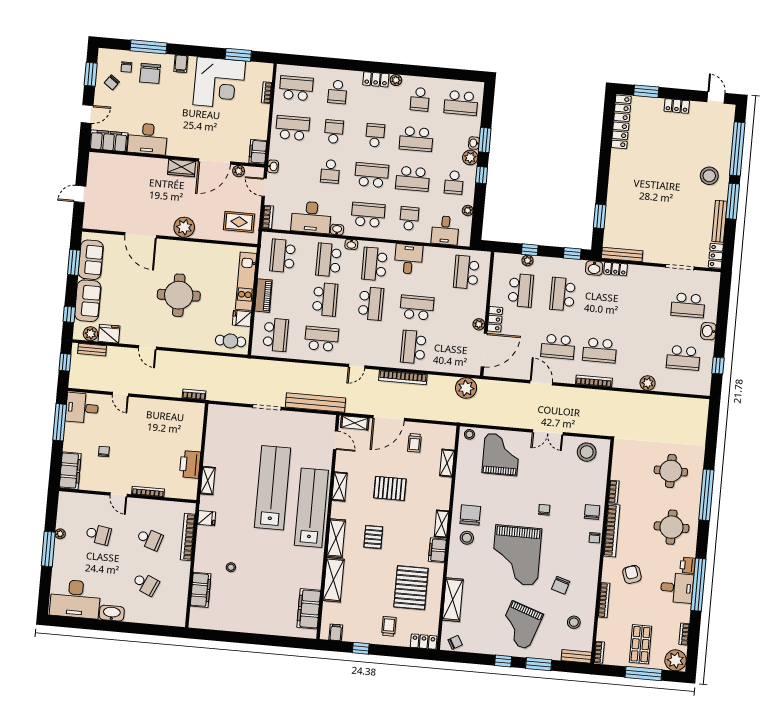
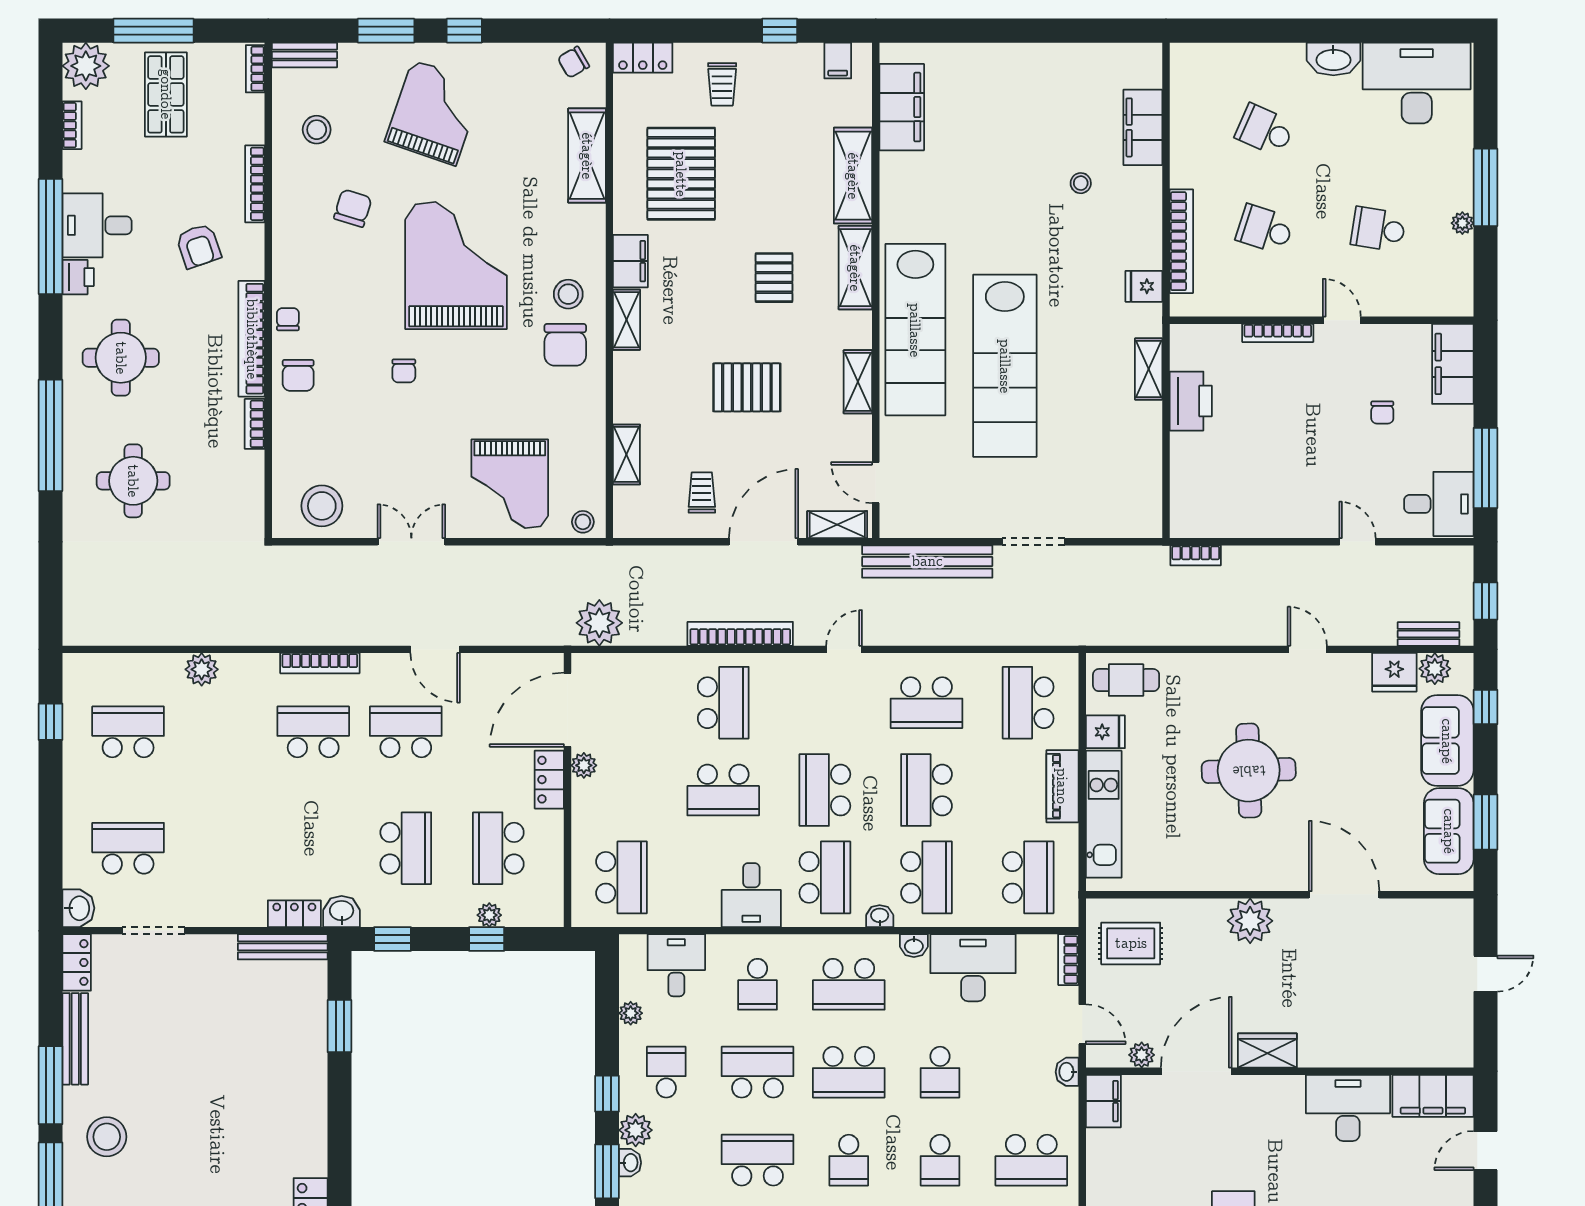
school desk: (330, 171) -> (940, 1072), turned 180
washbasin: (708, 331) -> (78, 908), moved

